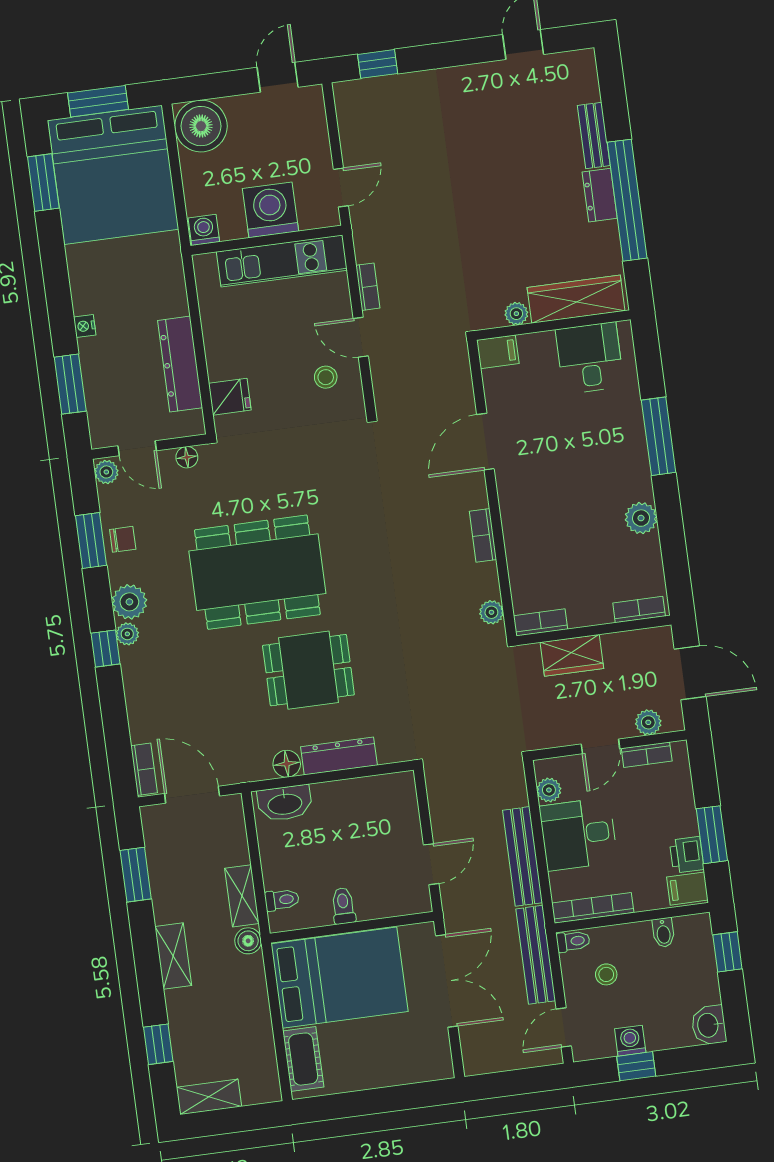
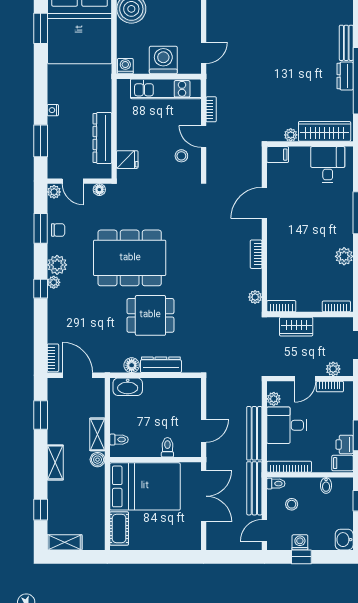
toilet: (343, 906) -> (167, 447), moved

